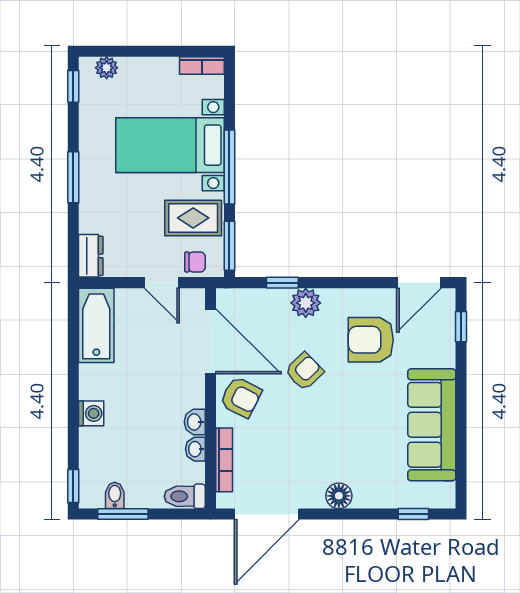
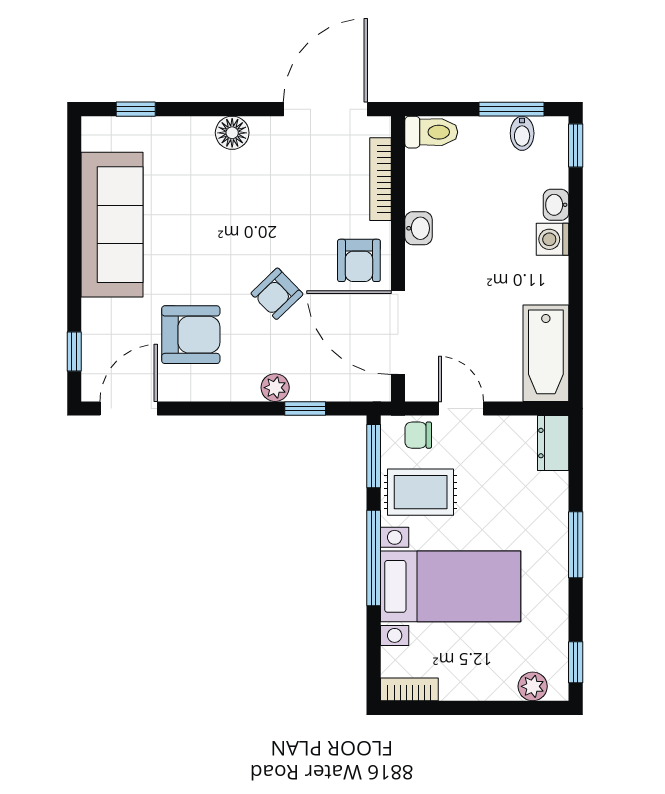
plant: (306, 303) -> (275, 388), width x0.73, depth x0.73
armchair: (241, 397) -> (359, 260), turned -117
washbasin: (195, 449) -> (556, 205), moved, turned 180

